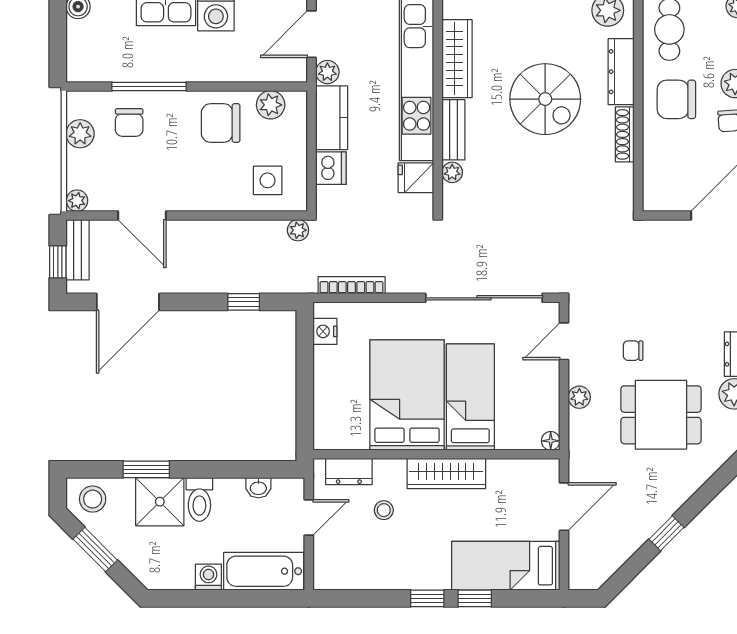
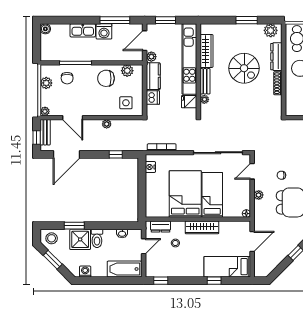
plant: (298, 230) -> (107, 124), moved
washing machine: (208, 577) -> (85, 271), moved
window: (427, 598) -> (161, 281), moved

